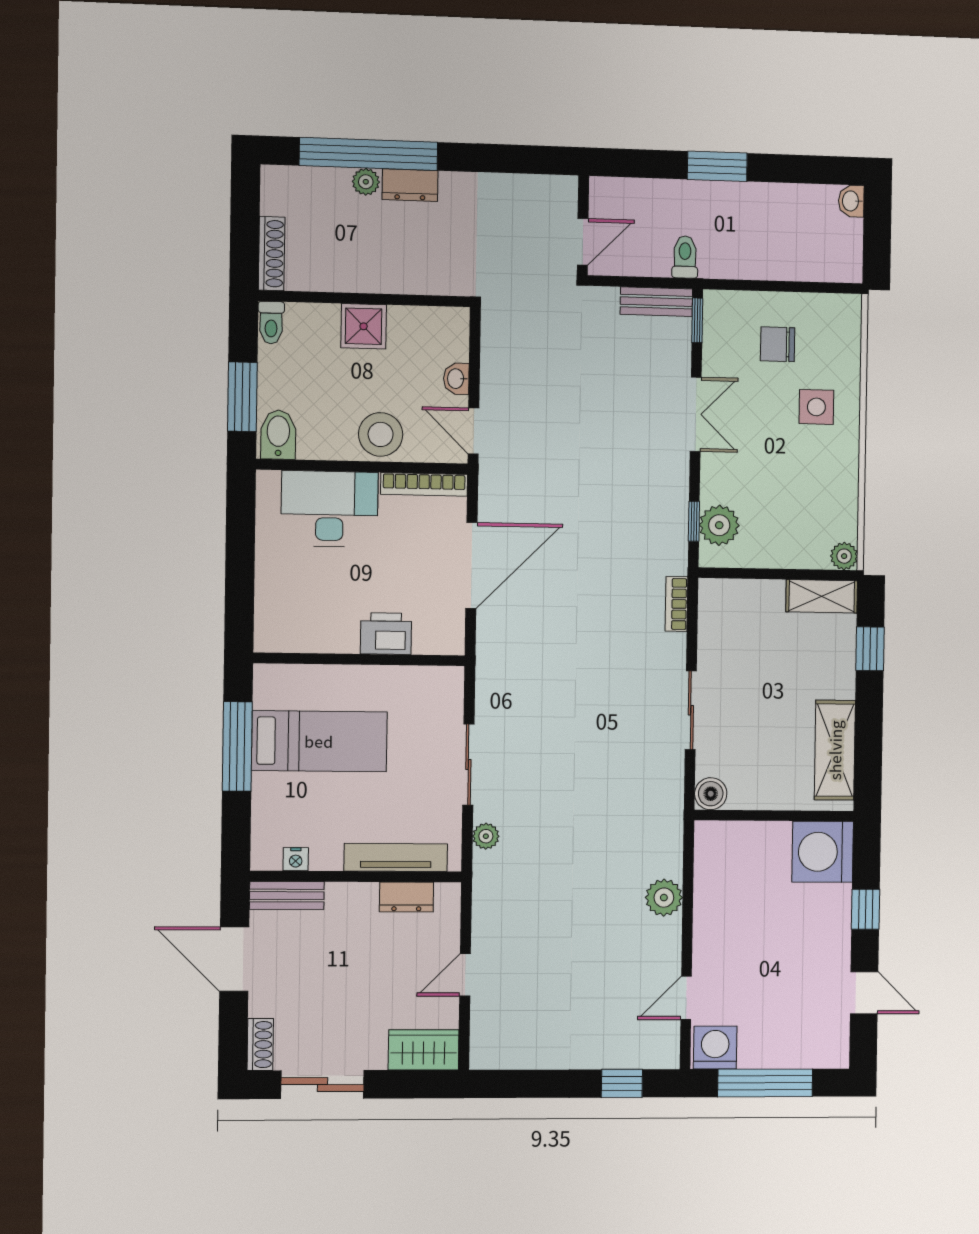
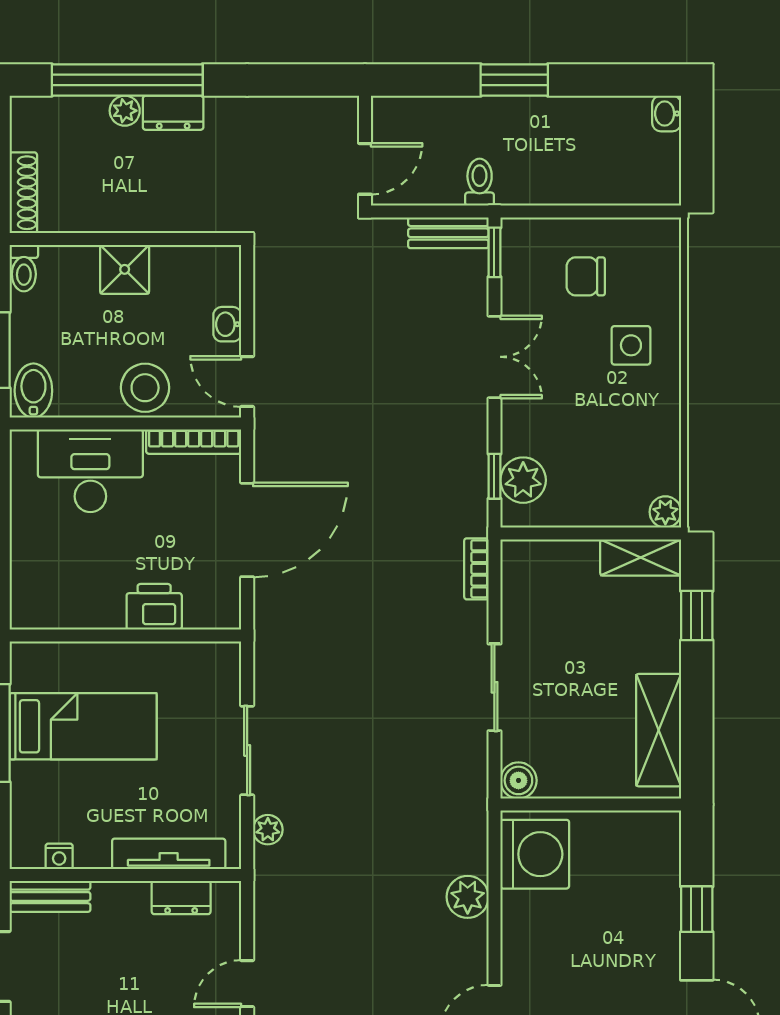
washing machine: (823, 852) -> (535, 854), moved, turned 180

